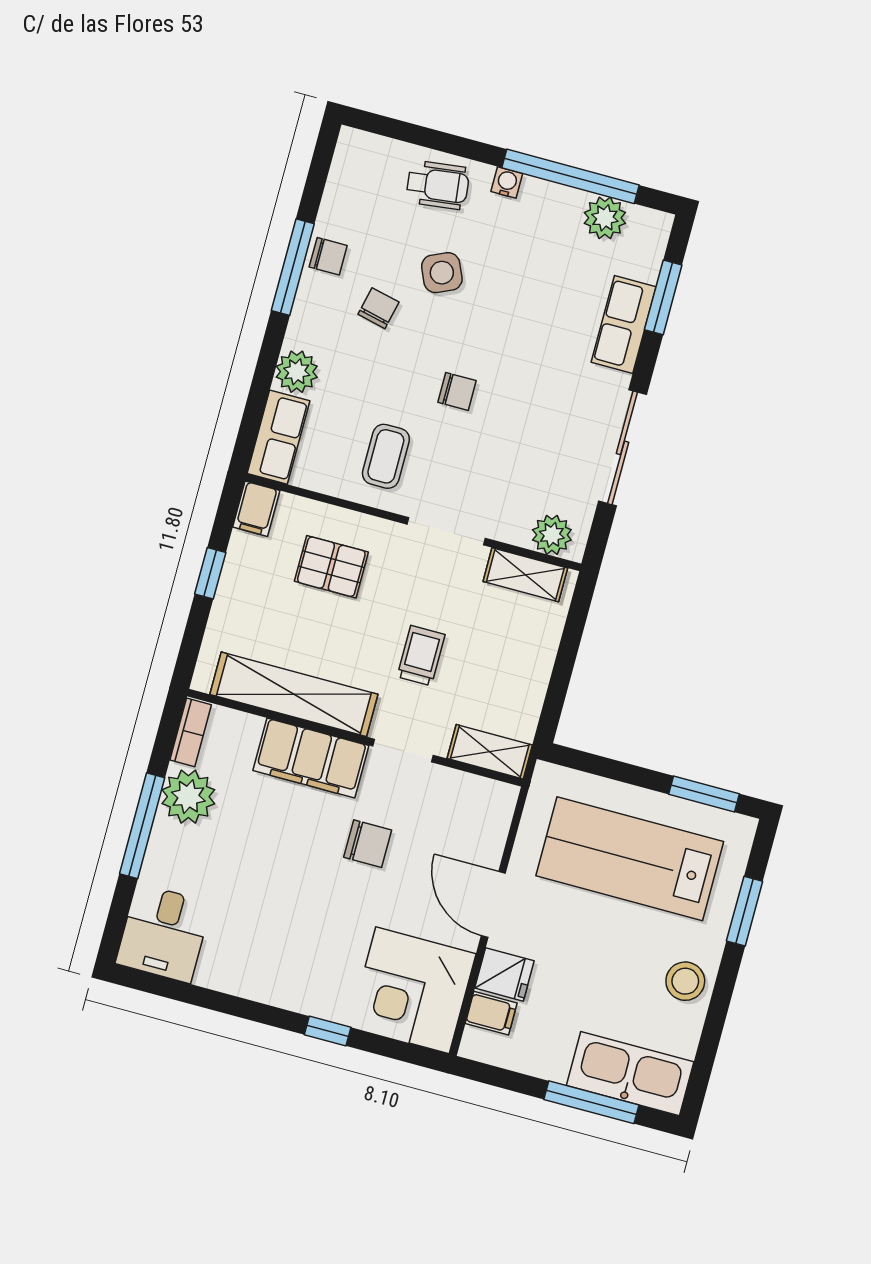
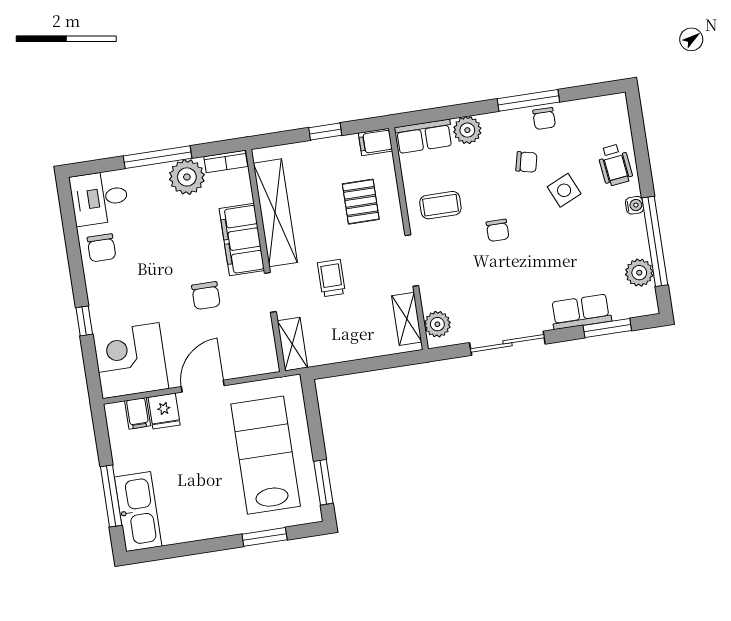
trolley: (421, 656) -> (331, 278), turned -90
chair: (235, 961) -> (101, 248), added
stool: (685, 981) -> (207, 520), removed

